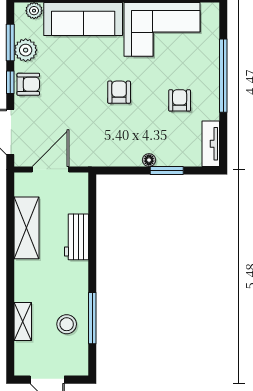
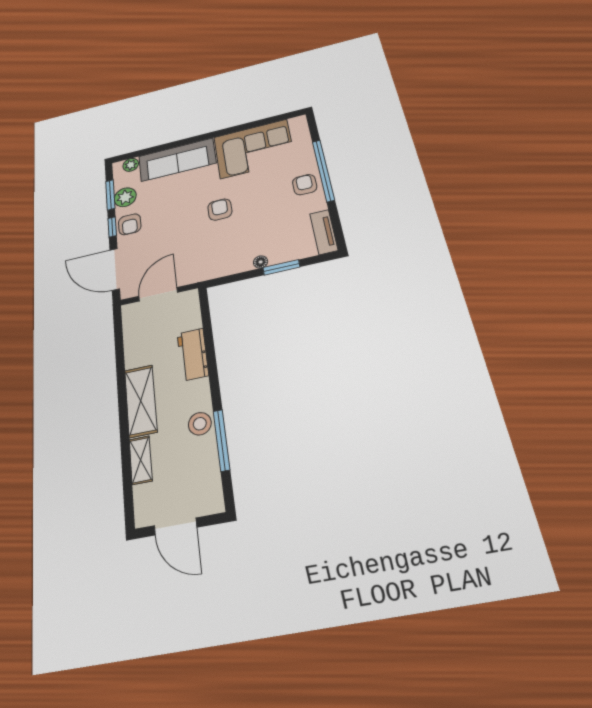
armchair: (28, 84) -> (130, 224), turned 90
armchair: (180, 100) -> (305, 185), moved
shelving: (27, 228) -> (141, 401), moved
stool: (67, 324) -> (200, 424), moved

